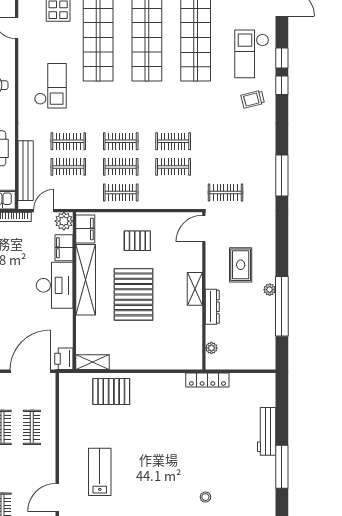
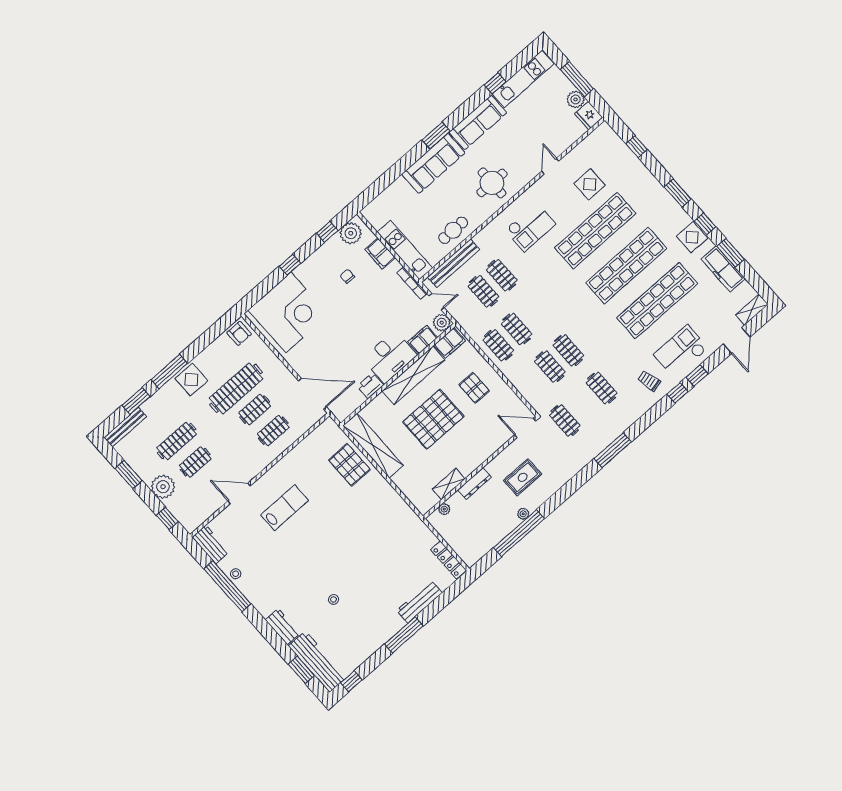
clothes rail: (121, 141) -> (602, 388), moved
shelving: (195, 289) -> (449, 484), moved
printer: (64, 359) -> (370, 386), moved
shelving: (93, 362) -> (373, 446), width x2.20, depth x1.33
locker: (207, 380) -> (448, 560), moved

